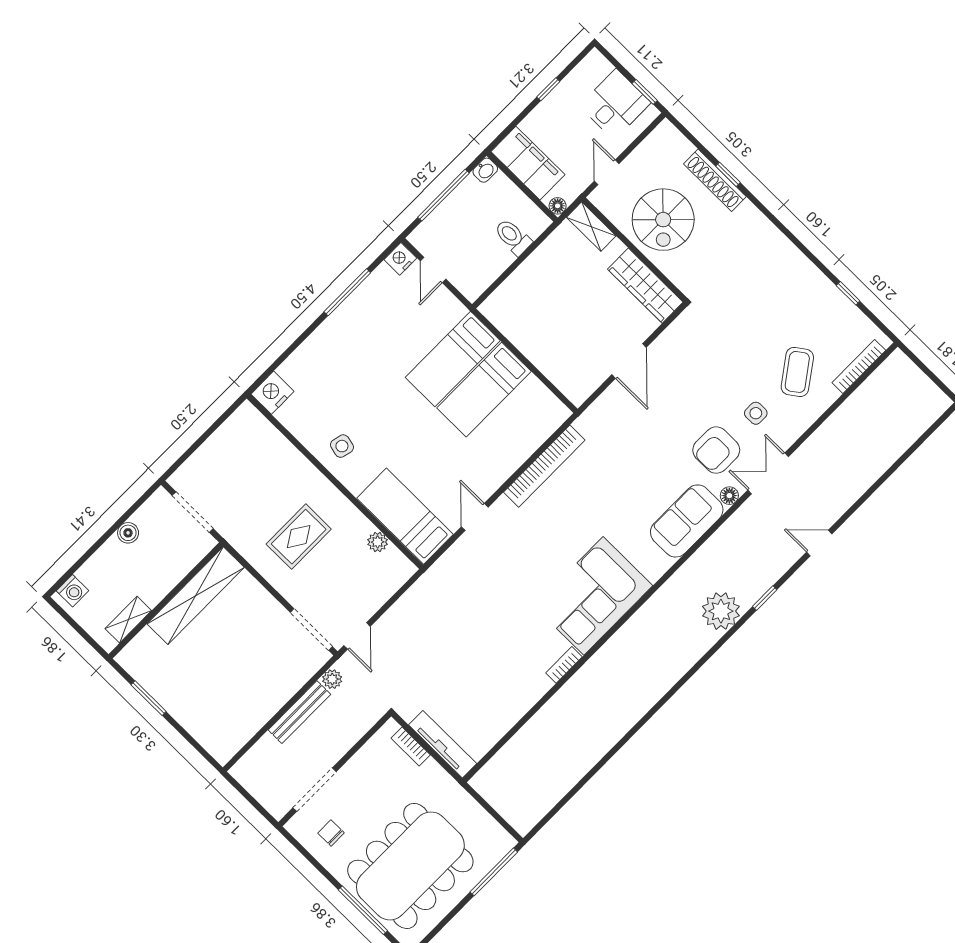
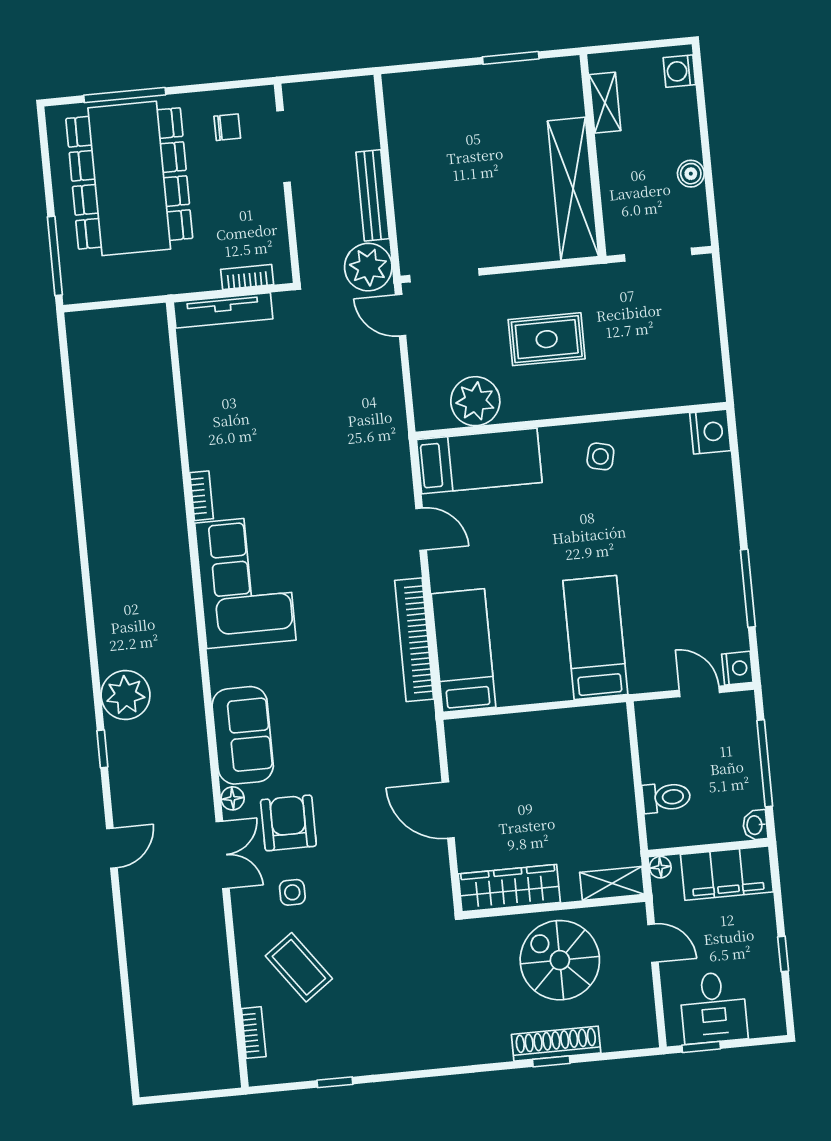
bookcase: (859, 366) -> (254, 1033), width x0.64
bed: (484, 390) -> (464, 651), moved
rug: (299, 537) -> (547, 339), turned 90
plant: (378, 542) -> (475, 401), width x1.88, depth x1.88
plant: (332, 679) -> (368, 267), width x1.87, depth x1.87

